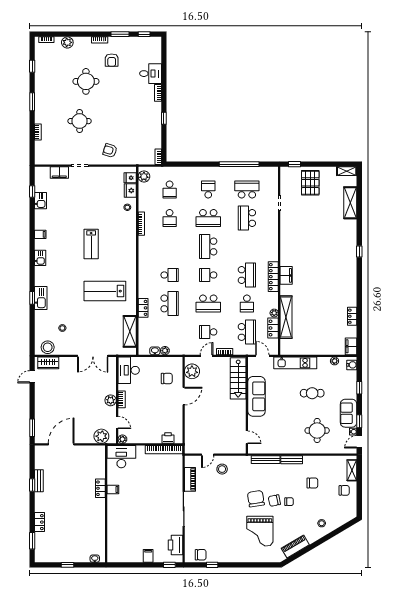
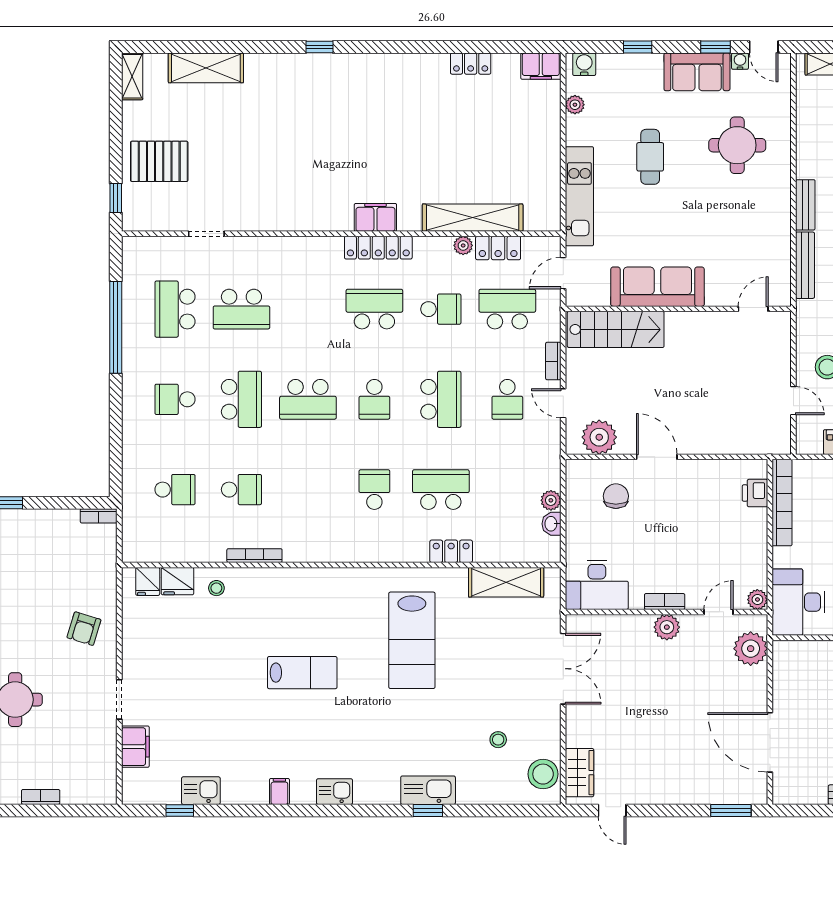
plant: (144, 176) -> (144, 549), removed

